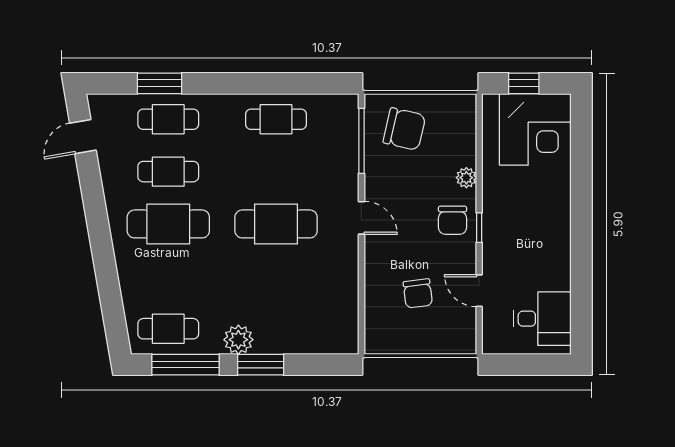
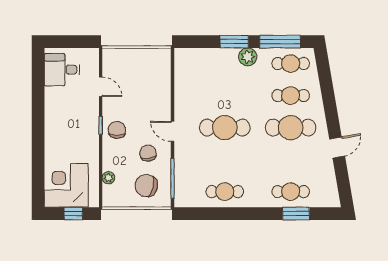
door: (83, 137) -> (337, 148), moved
cafe table: (168, 172) -> (291, 96), moved
plant: (466, 178) -> (108, 178), moved
chair: (418, 293) -> (148, 153), moved

